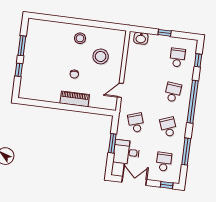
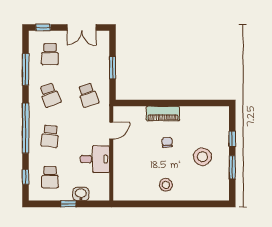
washbasin: (141, 38) -> (81, 194), moved
stool: (101, 56) -> (202, 157), moved
desk: (126, 152) -> (95, 159), moved

